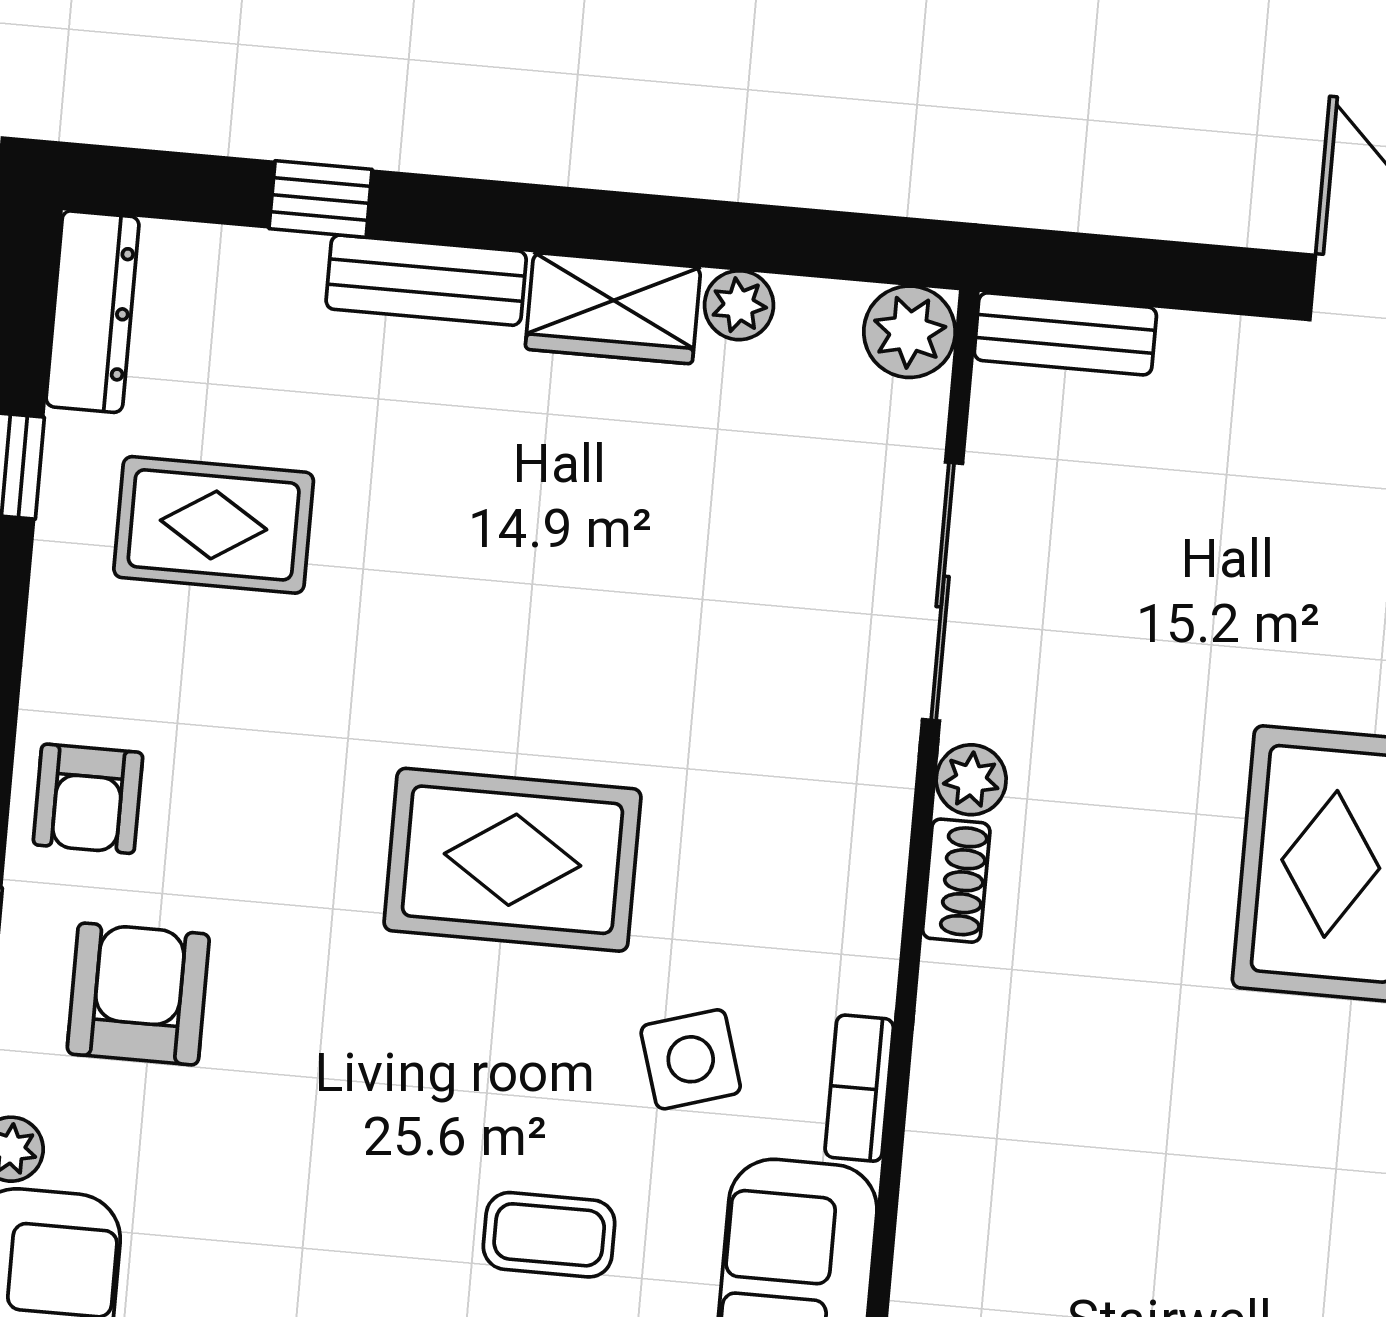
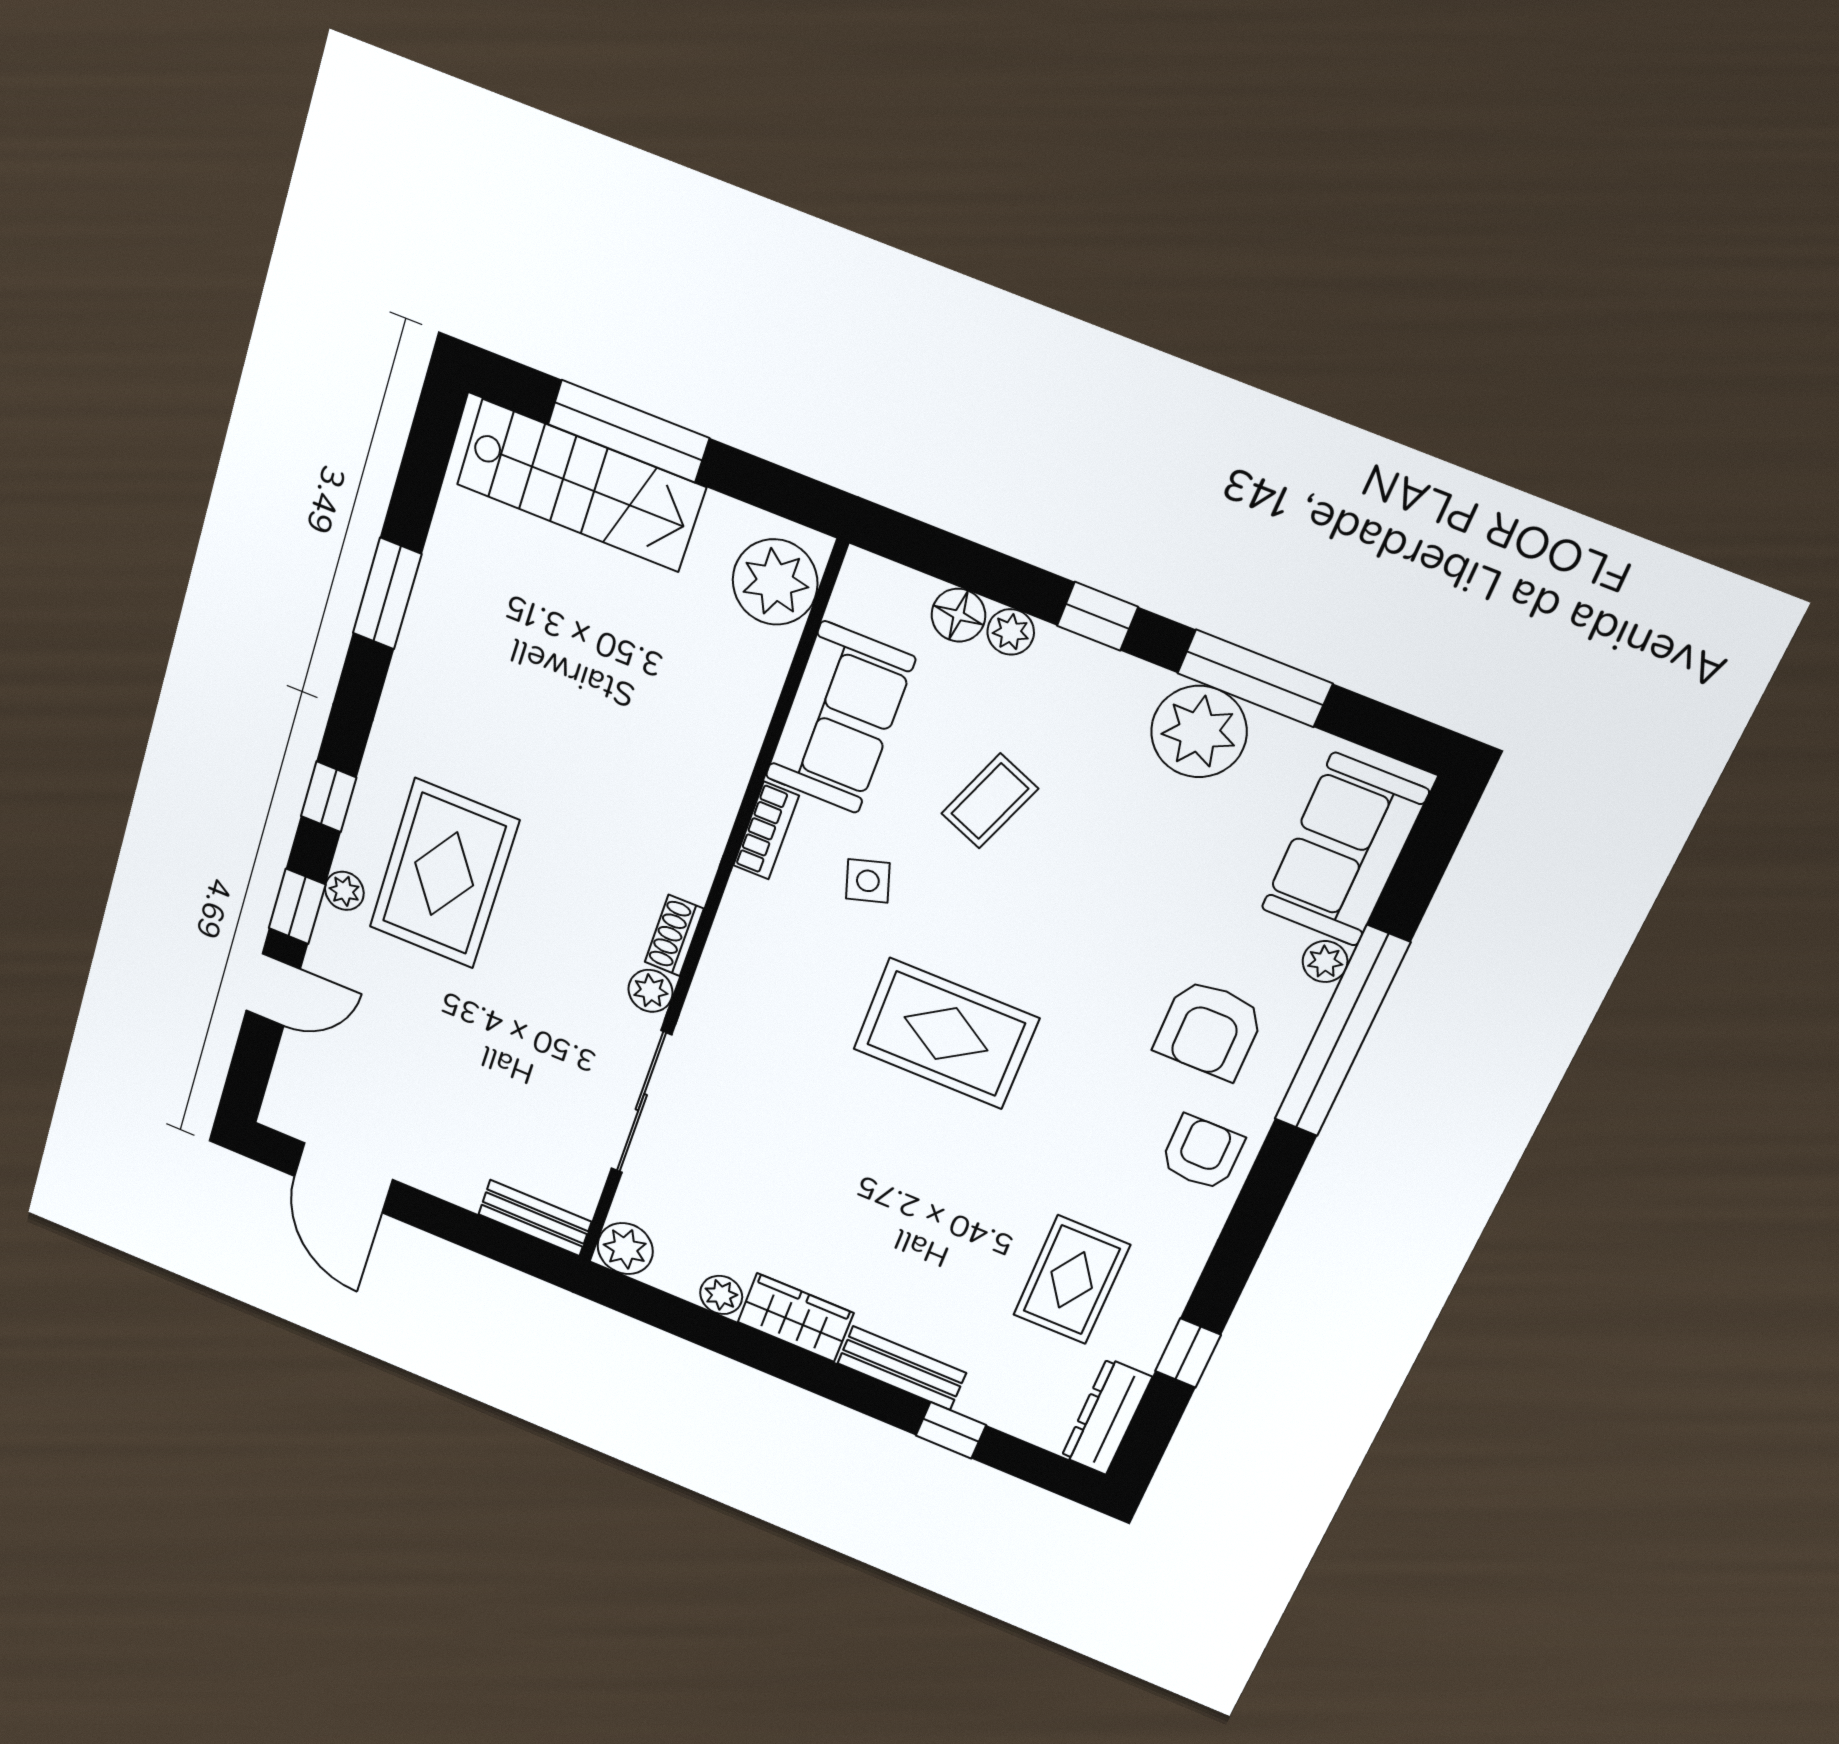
rug: (214, 525) -> (1072, 1280), turned 90
side table: (691, 1059) -> (868, 881), width x0.73, depth x0.73
coffee table: (549, 1235) -> (990, 801), turned -68

